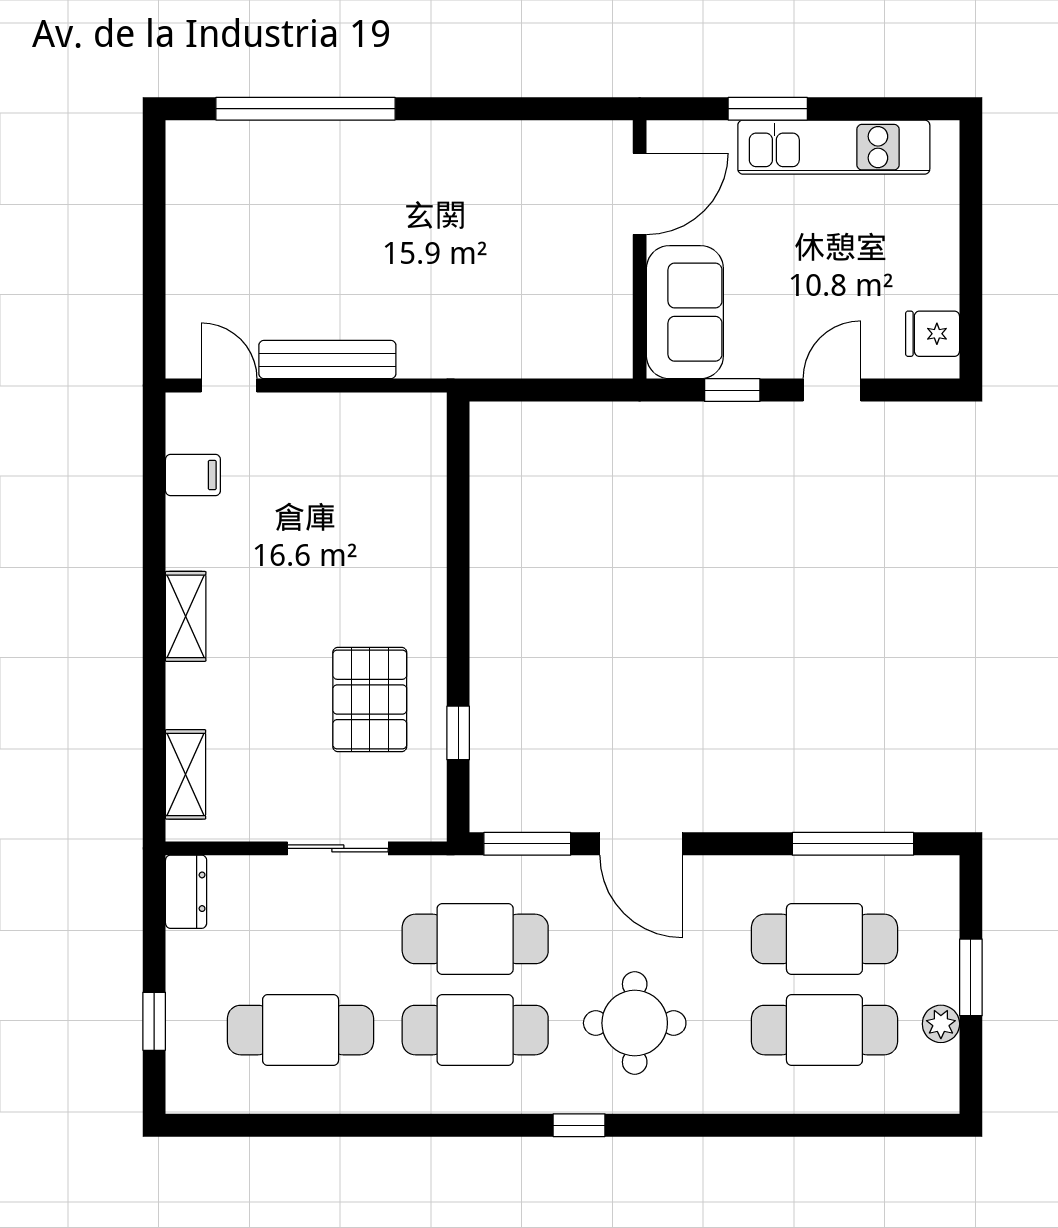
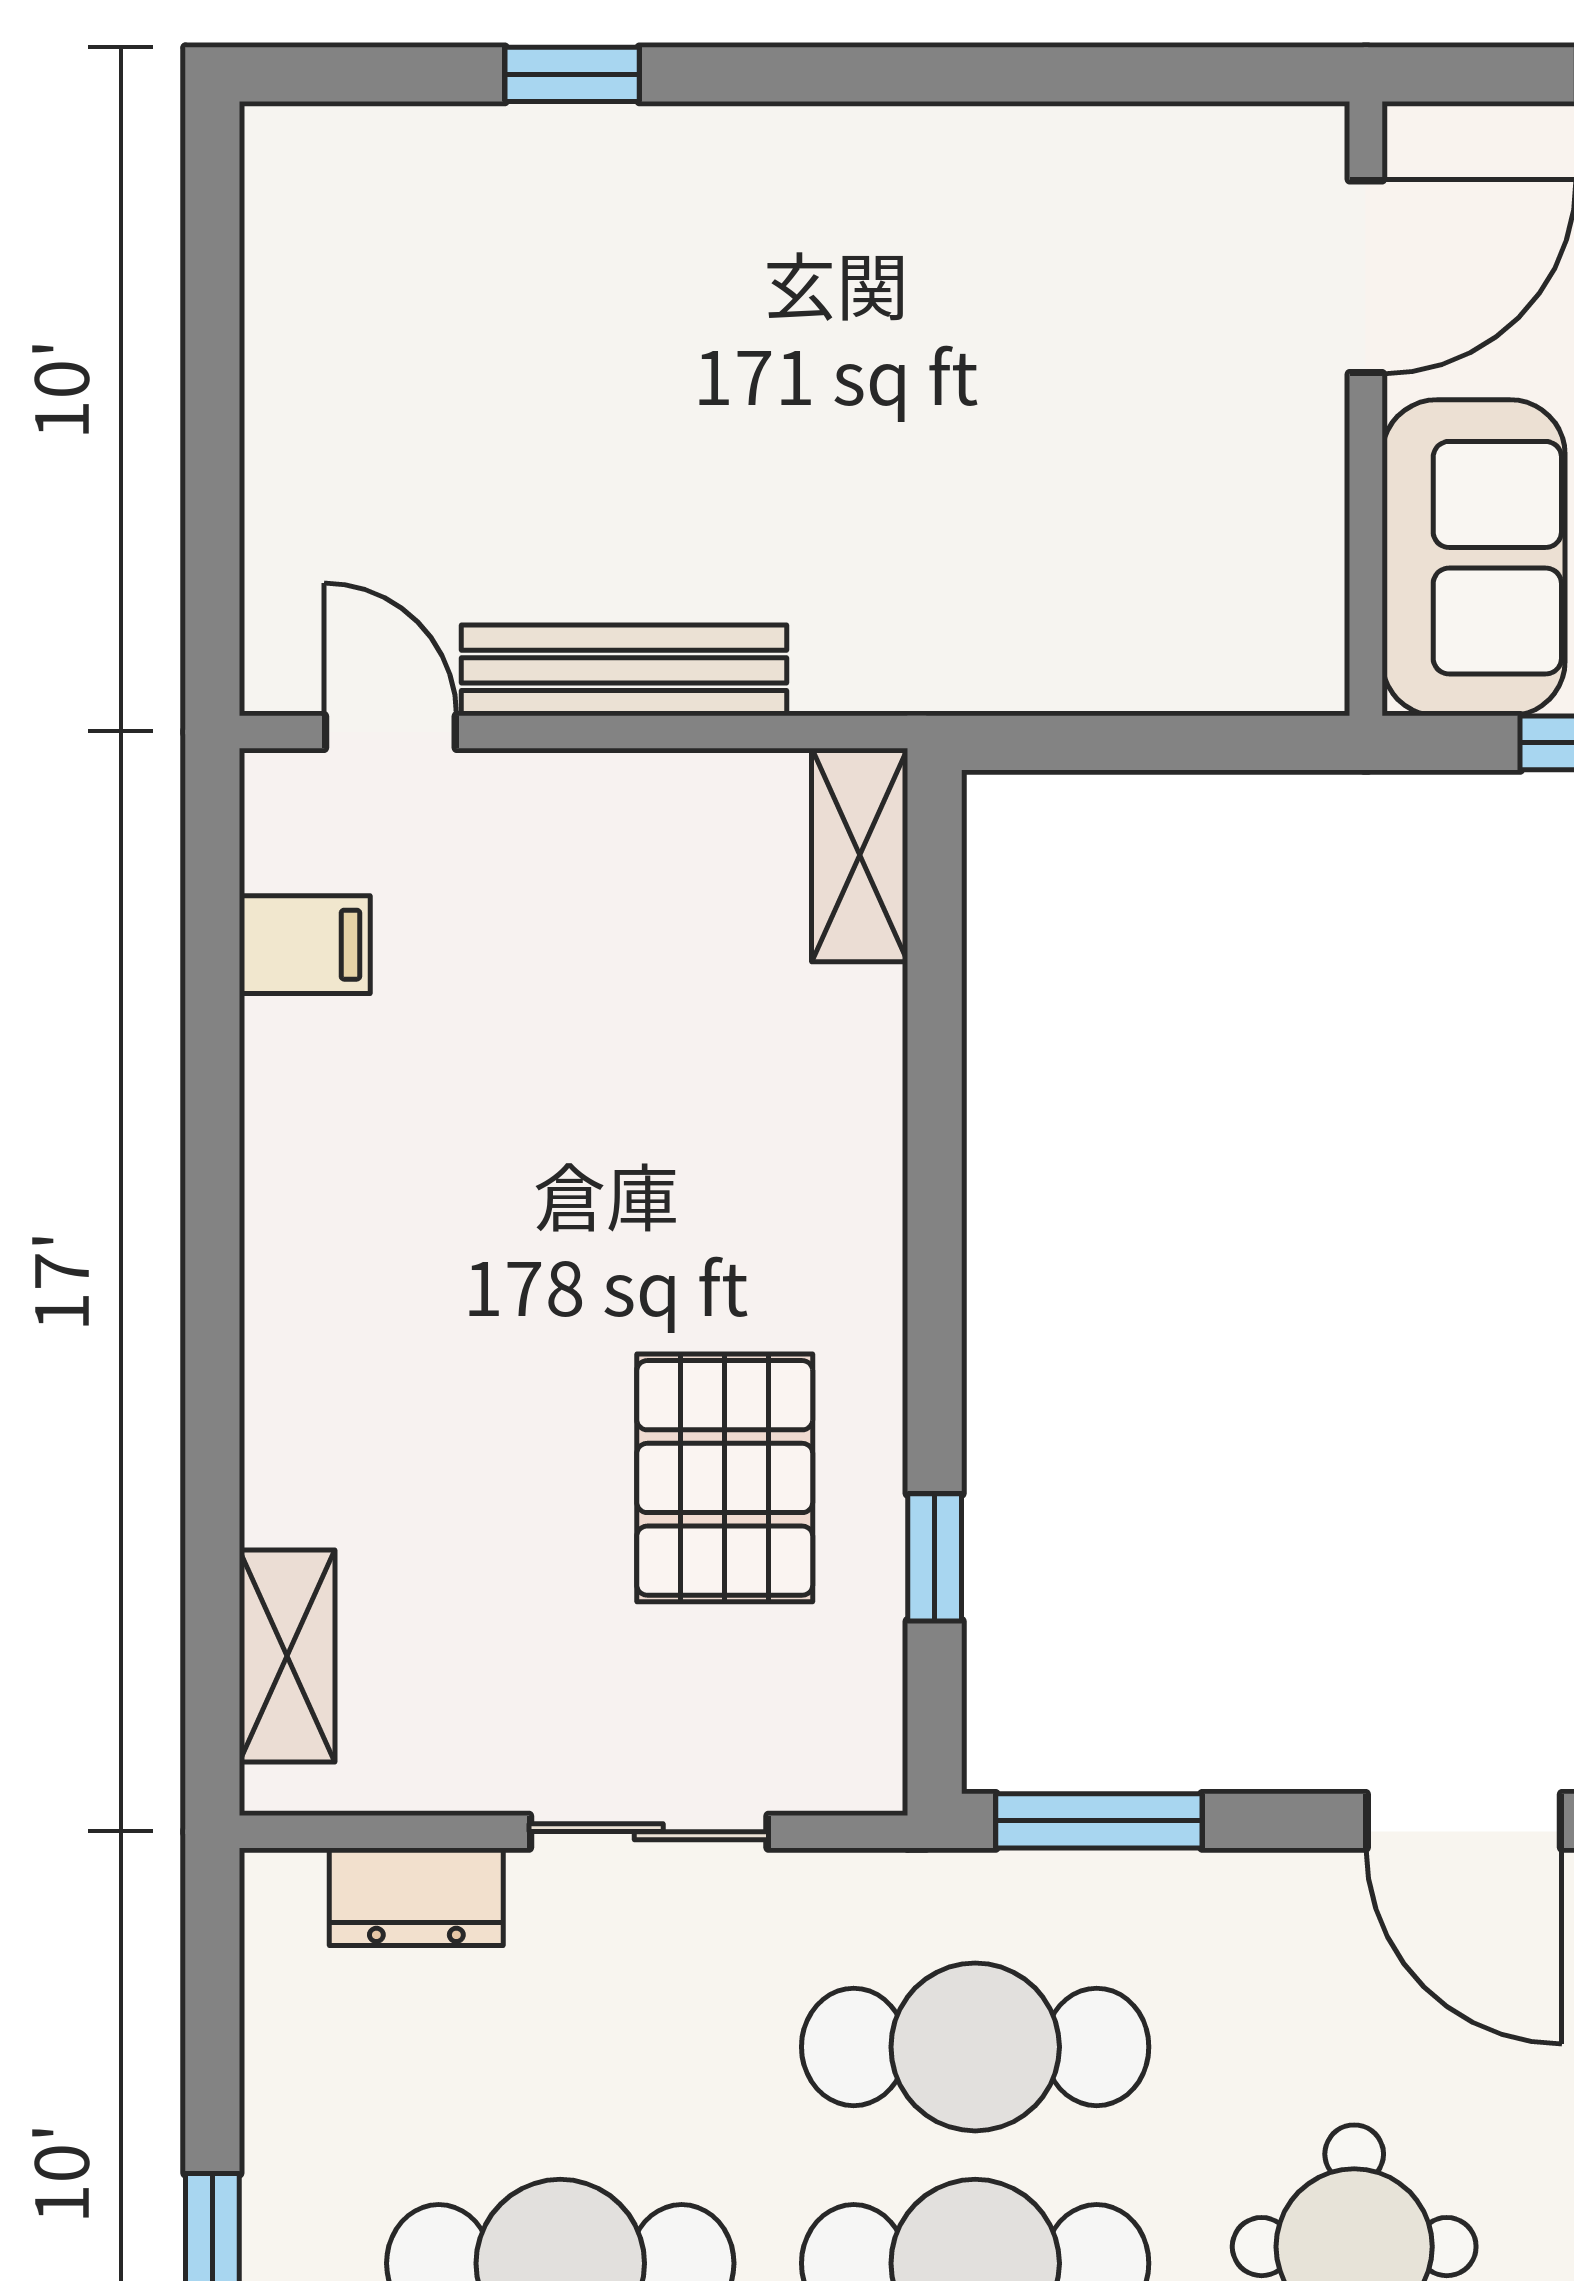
window: (306, 109) -> (572, 74), width x0.32
shelving: (186, 616) -> (860, 855), moved
door: (641, 844) -> (1464, 1821), moved
dresser: (186, 892) -> (416, 1897), moved, turned 90

